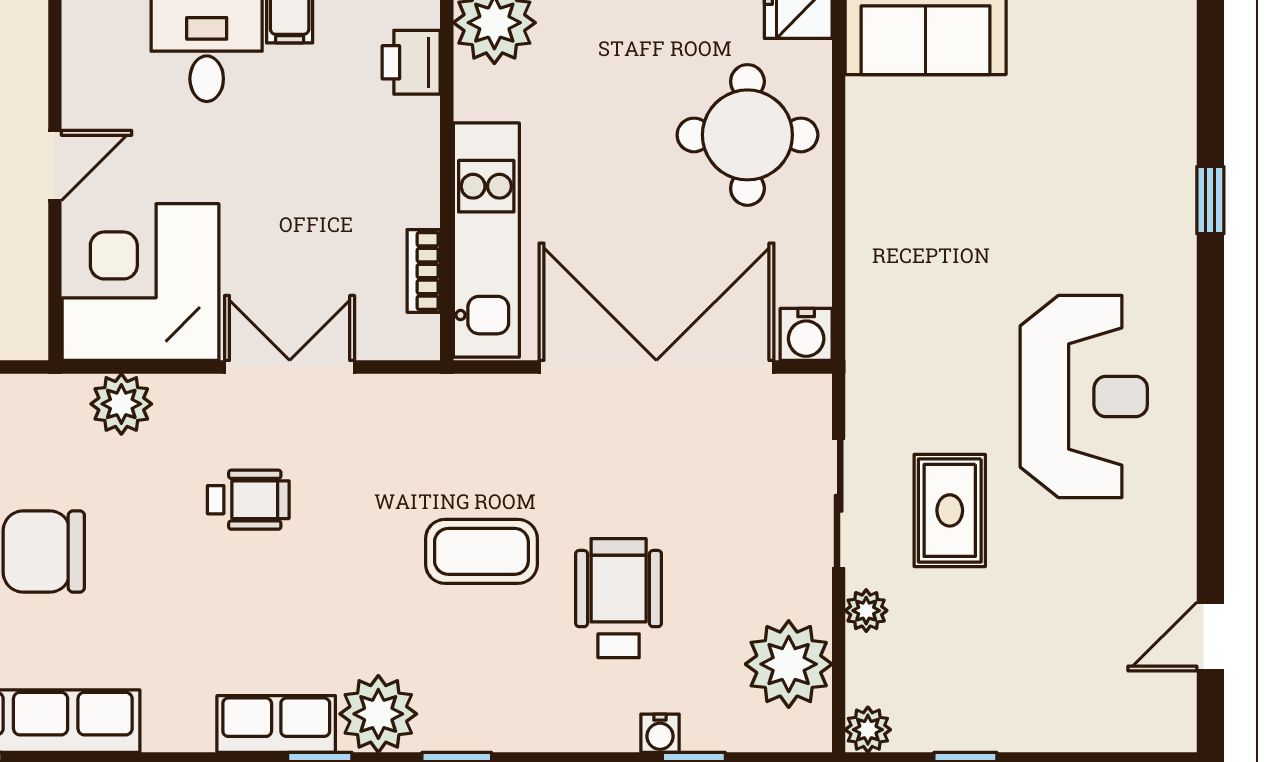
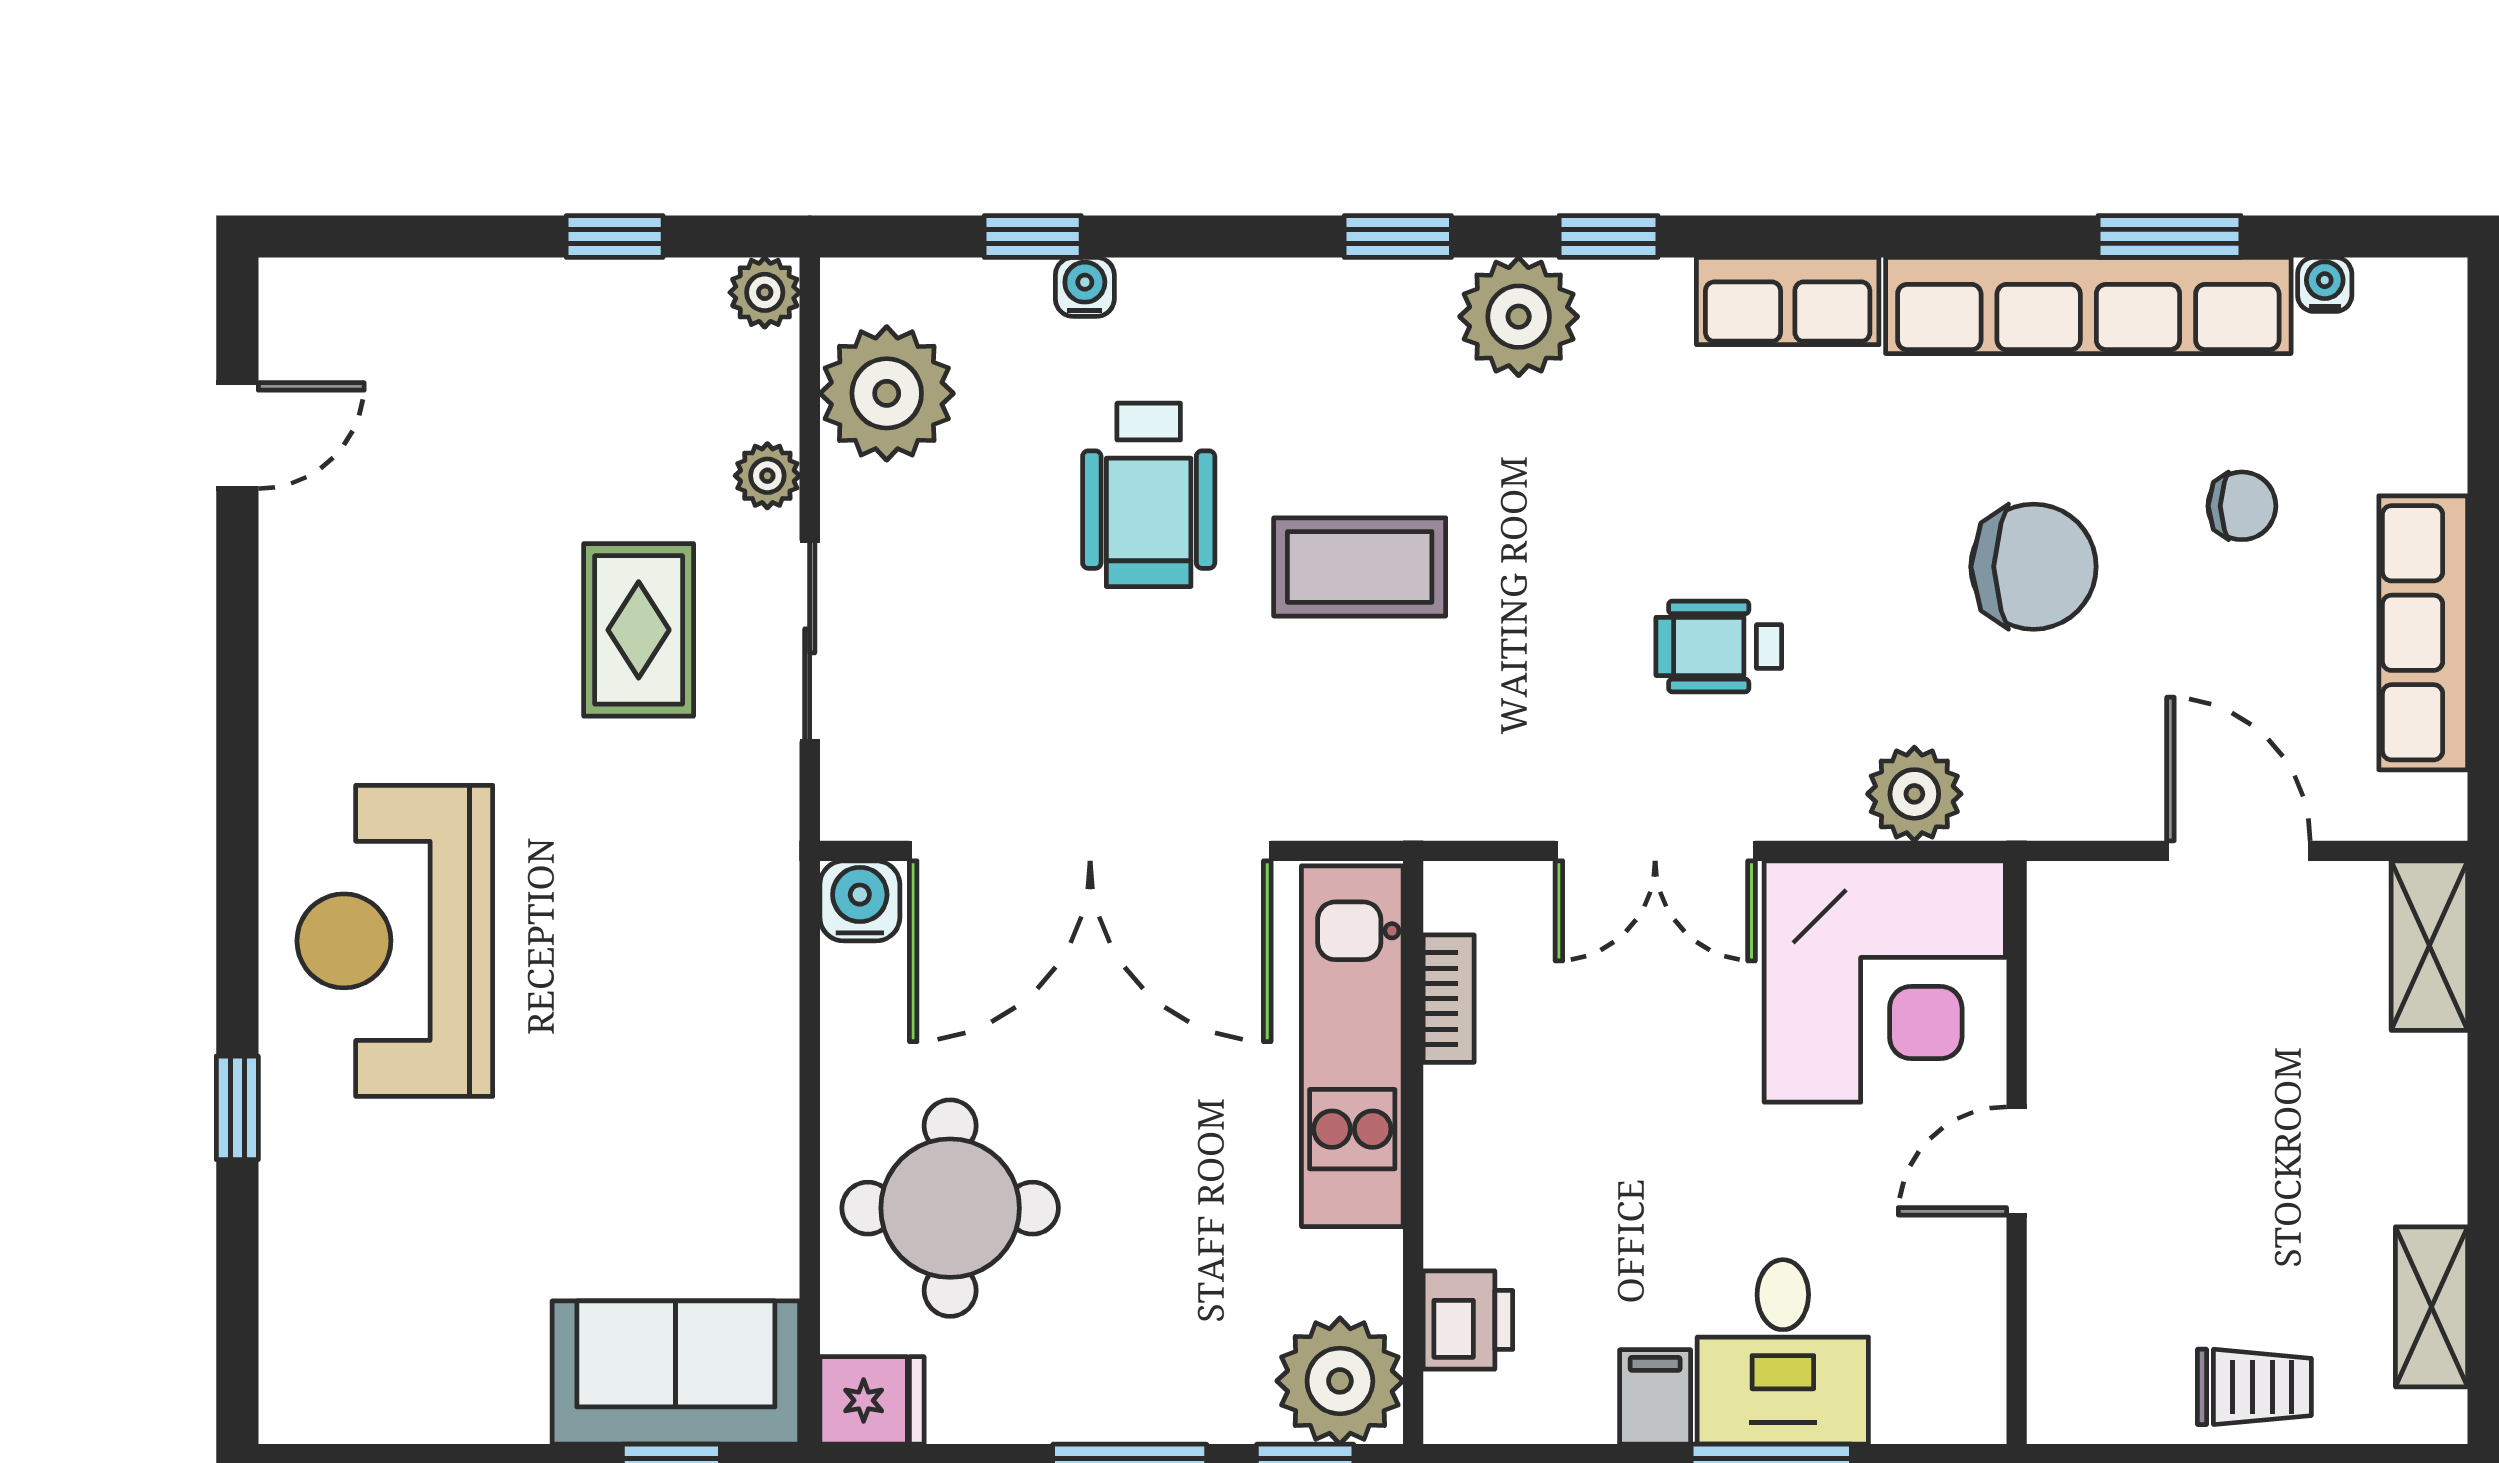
reception desk: (1084, 397) -> (395, 941), moved
row of seats: (276, 724) -> (1788, 301), moved

